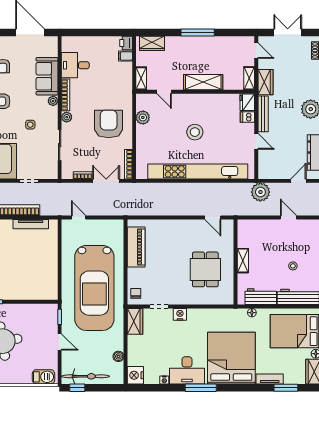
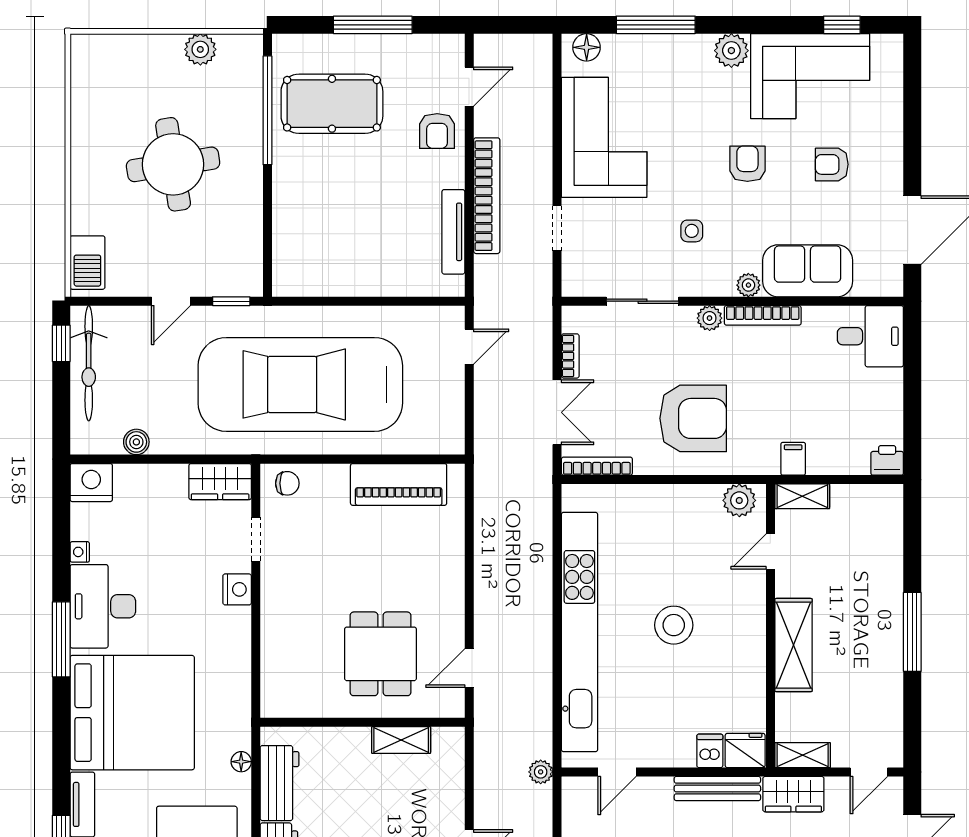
wardrobe: (152, 43) -> (886, 523), removed
filing cabinet: (125, 56) -> (793, 459), moved
desk: (75, 65) -> (870, 336), moved, turned 90
plant: (143, 117) -> (739, 500), moved
door: (256, 141) -> (617, 772), moved
plant: (260, 192) -> (541, 772), width x0.53, depth x0.53
shelving: (243, 261) -> (401, 740), moved
dining table: (205, 269) -> (380, 654), moved, turned 90

